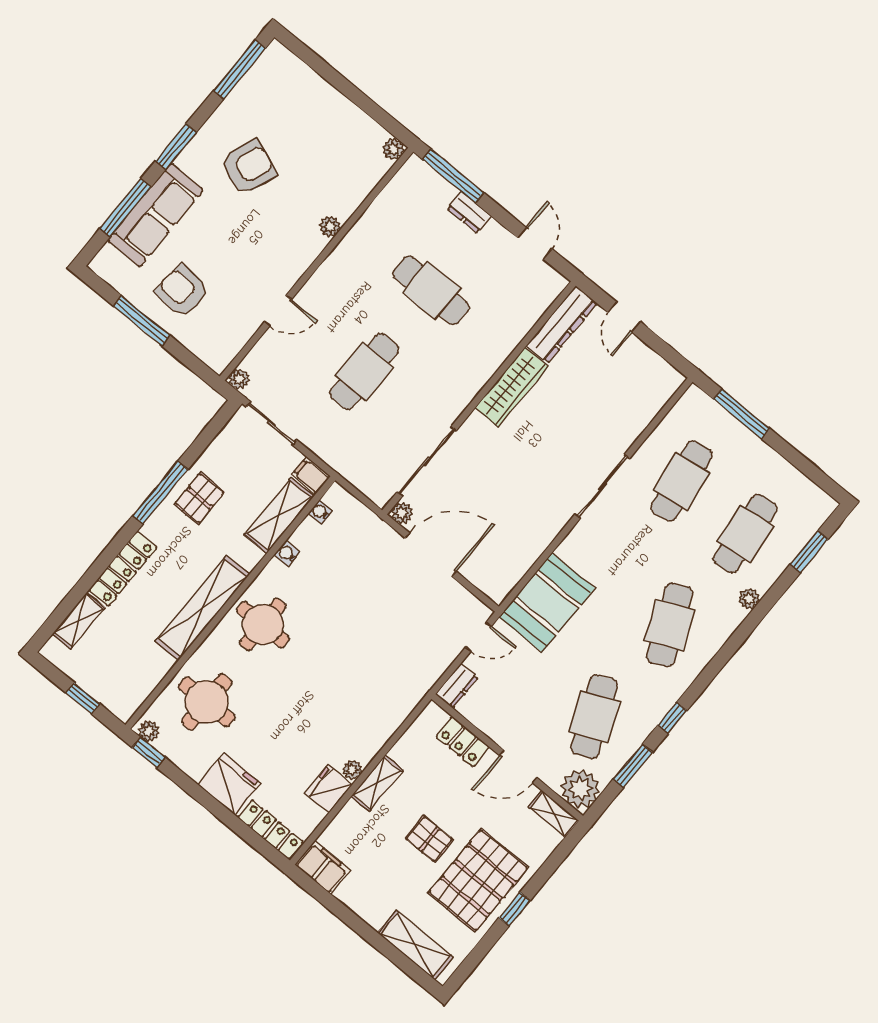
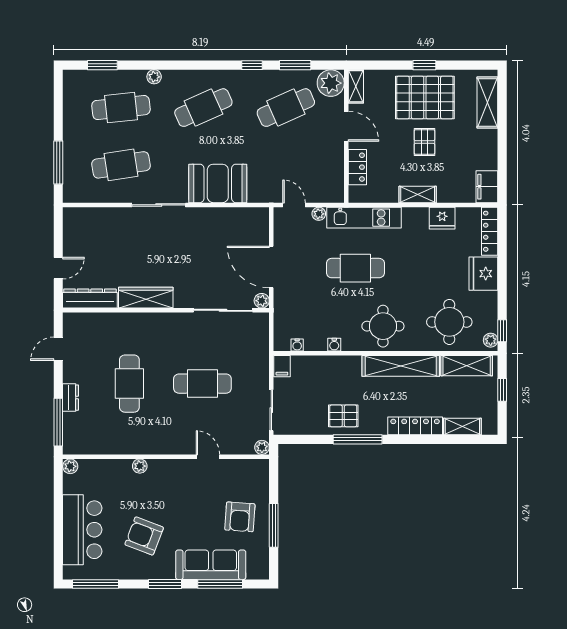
bar counter: (312, 104) -> (82, 530), added
shelving: (279, 515) -> (467, 366), moved
booth: (547, 603) -> (218, 183), moved
cafe table: (352, 647) -> (355, 268), added
dresser: (457, 686) -> (330, 195), removed
kitchen unit: (401, 703) -> (364, 218), added
plant: (352, 770) -> (319, 214), moved

